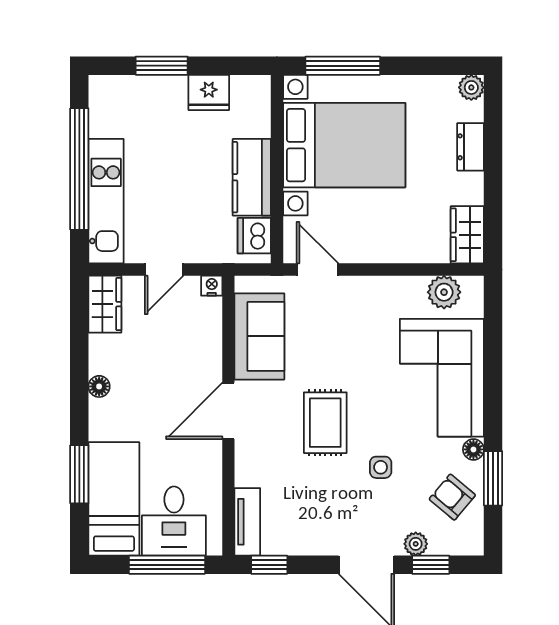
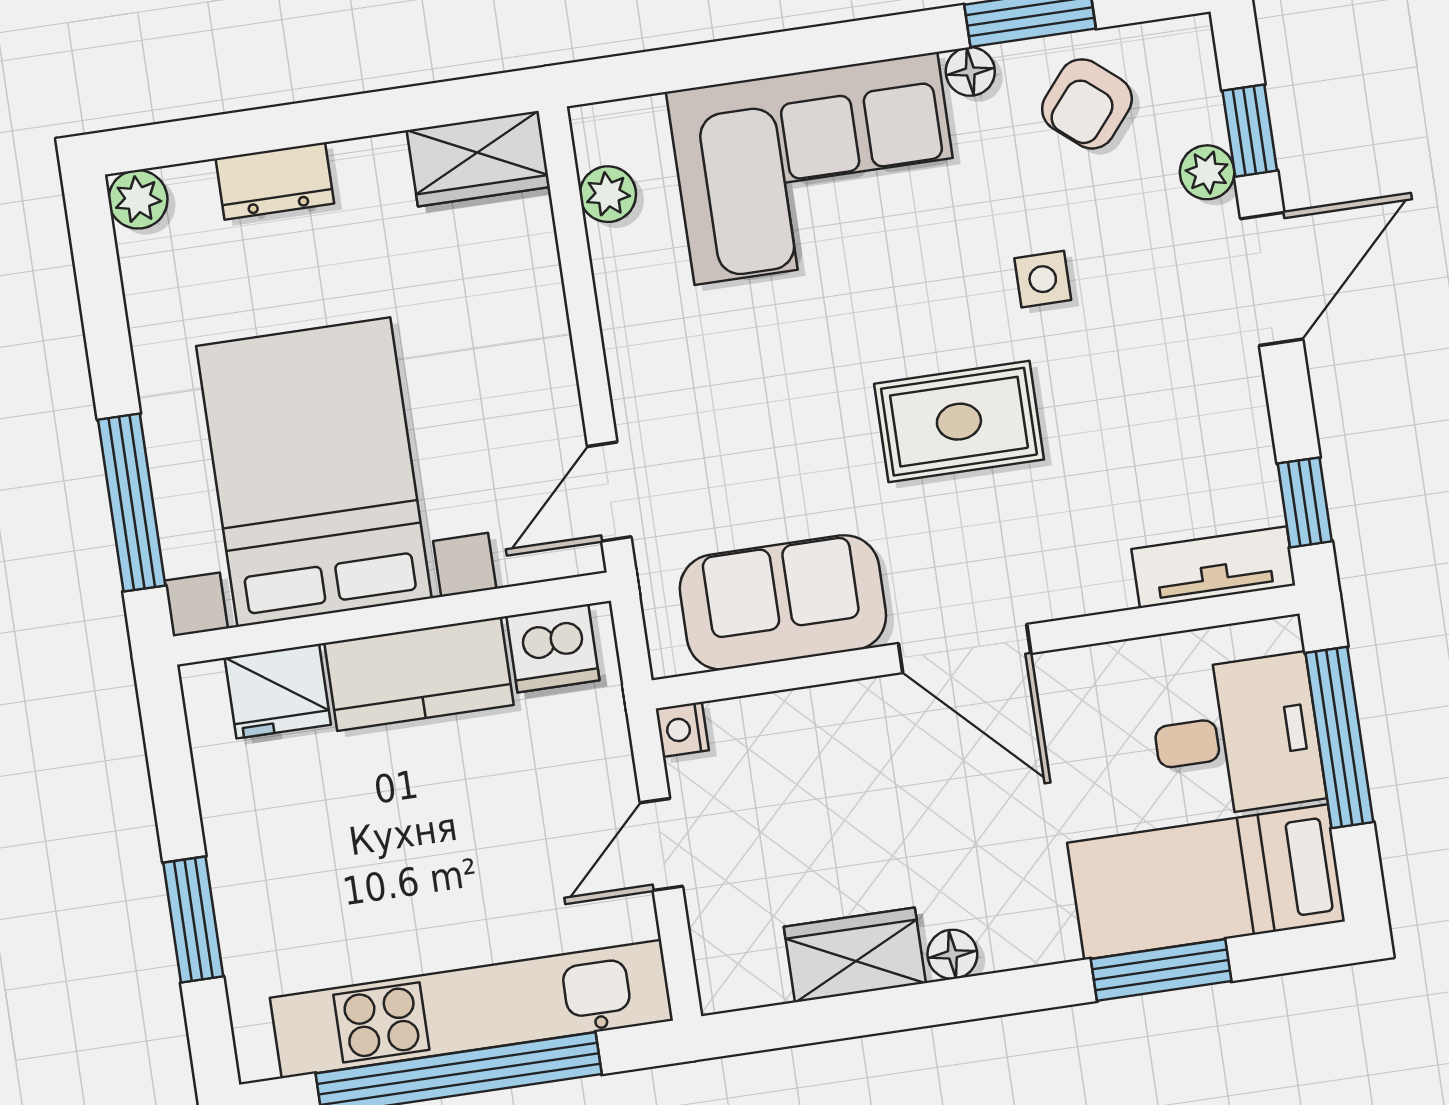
fridge: (209, 92) -> (278, 691), moved, turned 90
kitchen unit: (106, 201) -> (471, 1009), width x1.36
door: (164, 270) -> (661, 844), swing flipped
plant: (444, 292) -> (608, 194), width x0.73, depth x0.73
wardrobe: (105, 304) -> (855, 955), moved

